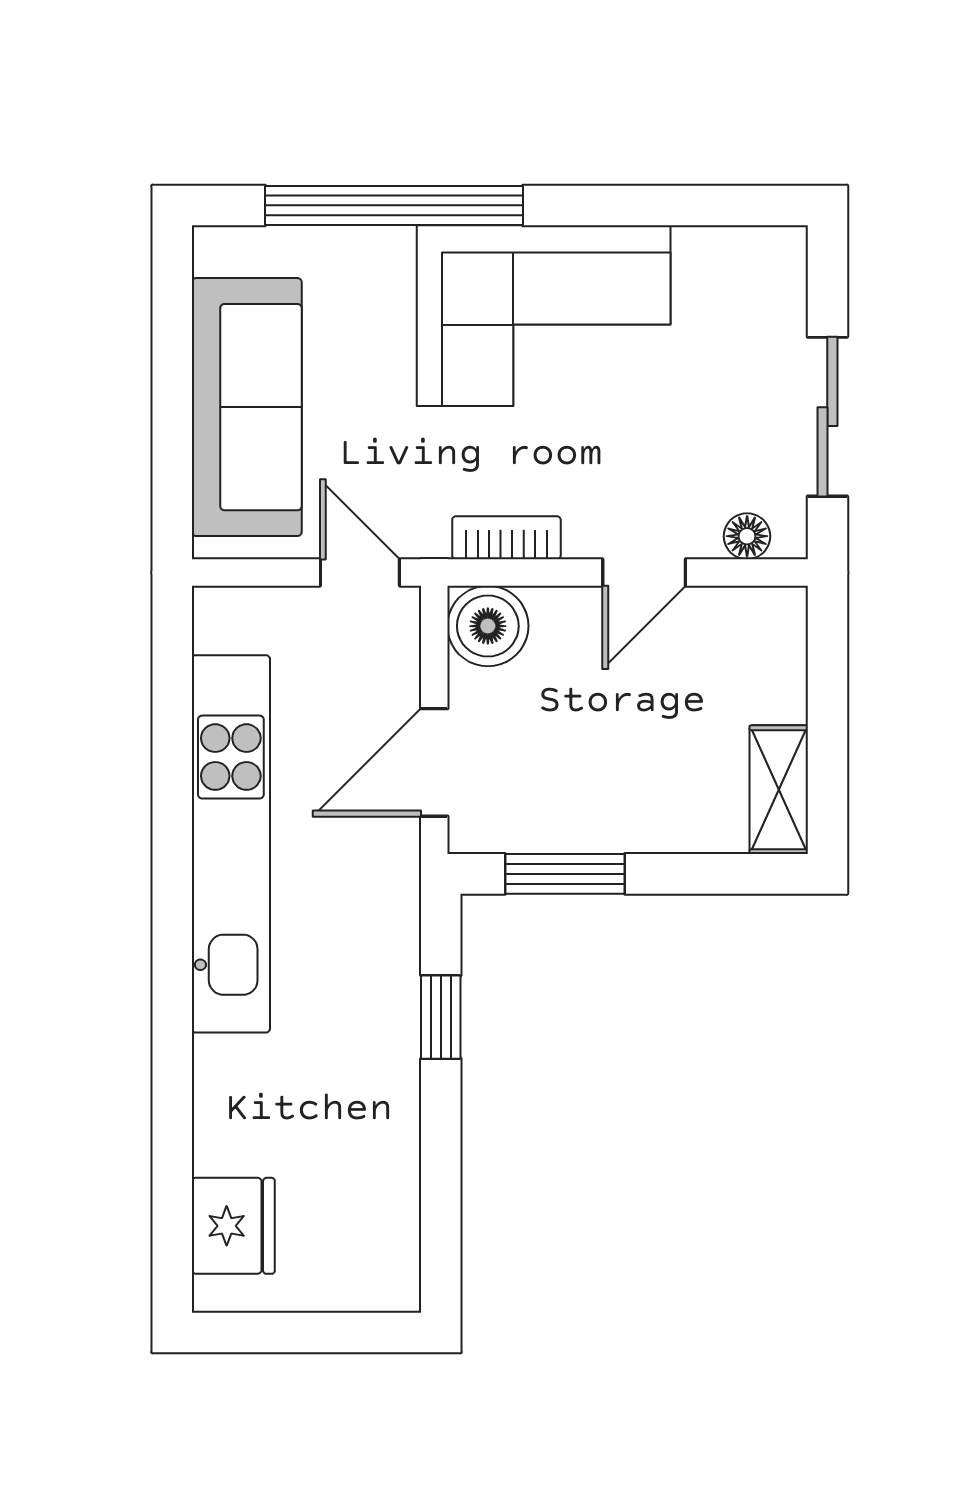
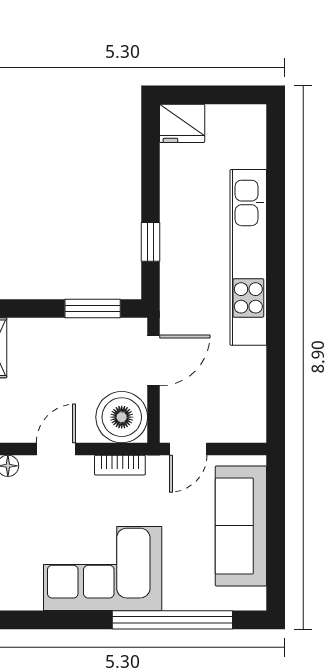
door: (360, 572) -> (188, 449), hinge flipped
boiler: (488, 626) -> (122, 417), width x1.37, depth x1.37
kitchen unit: (231, 844) -> (248, 257), moved
fridge: (233, 1226) -> (182, 123), moved, turned -90

